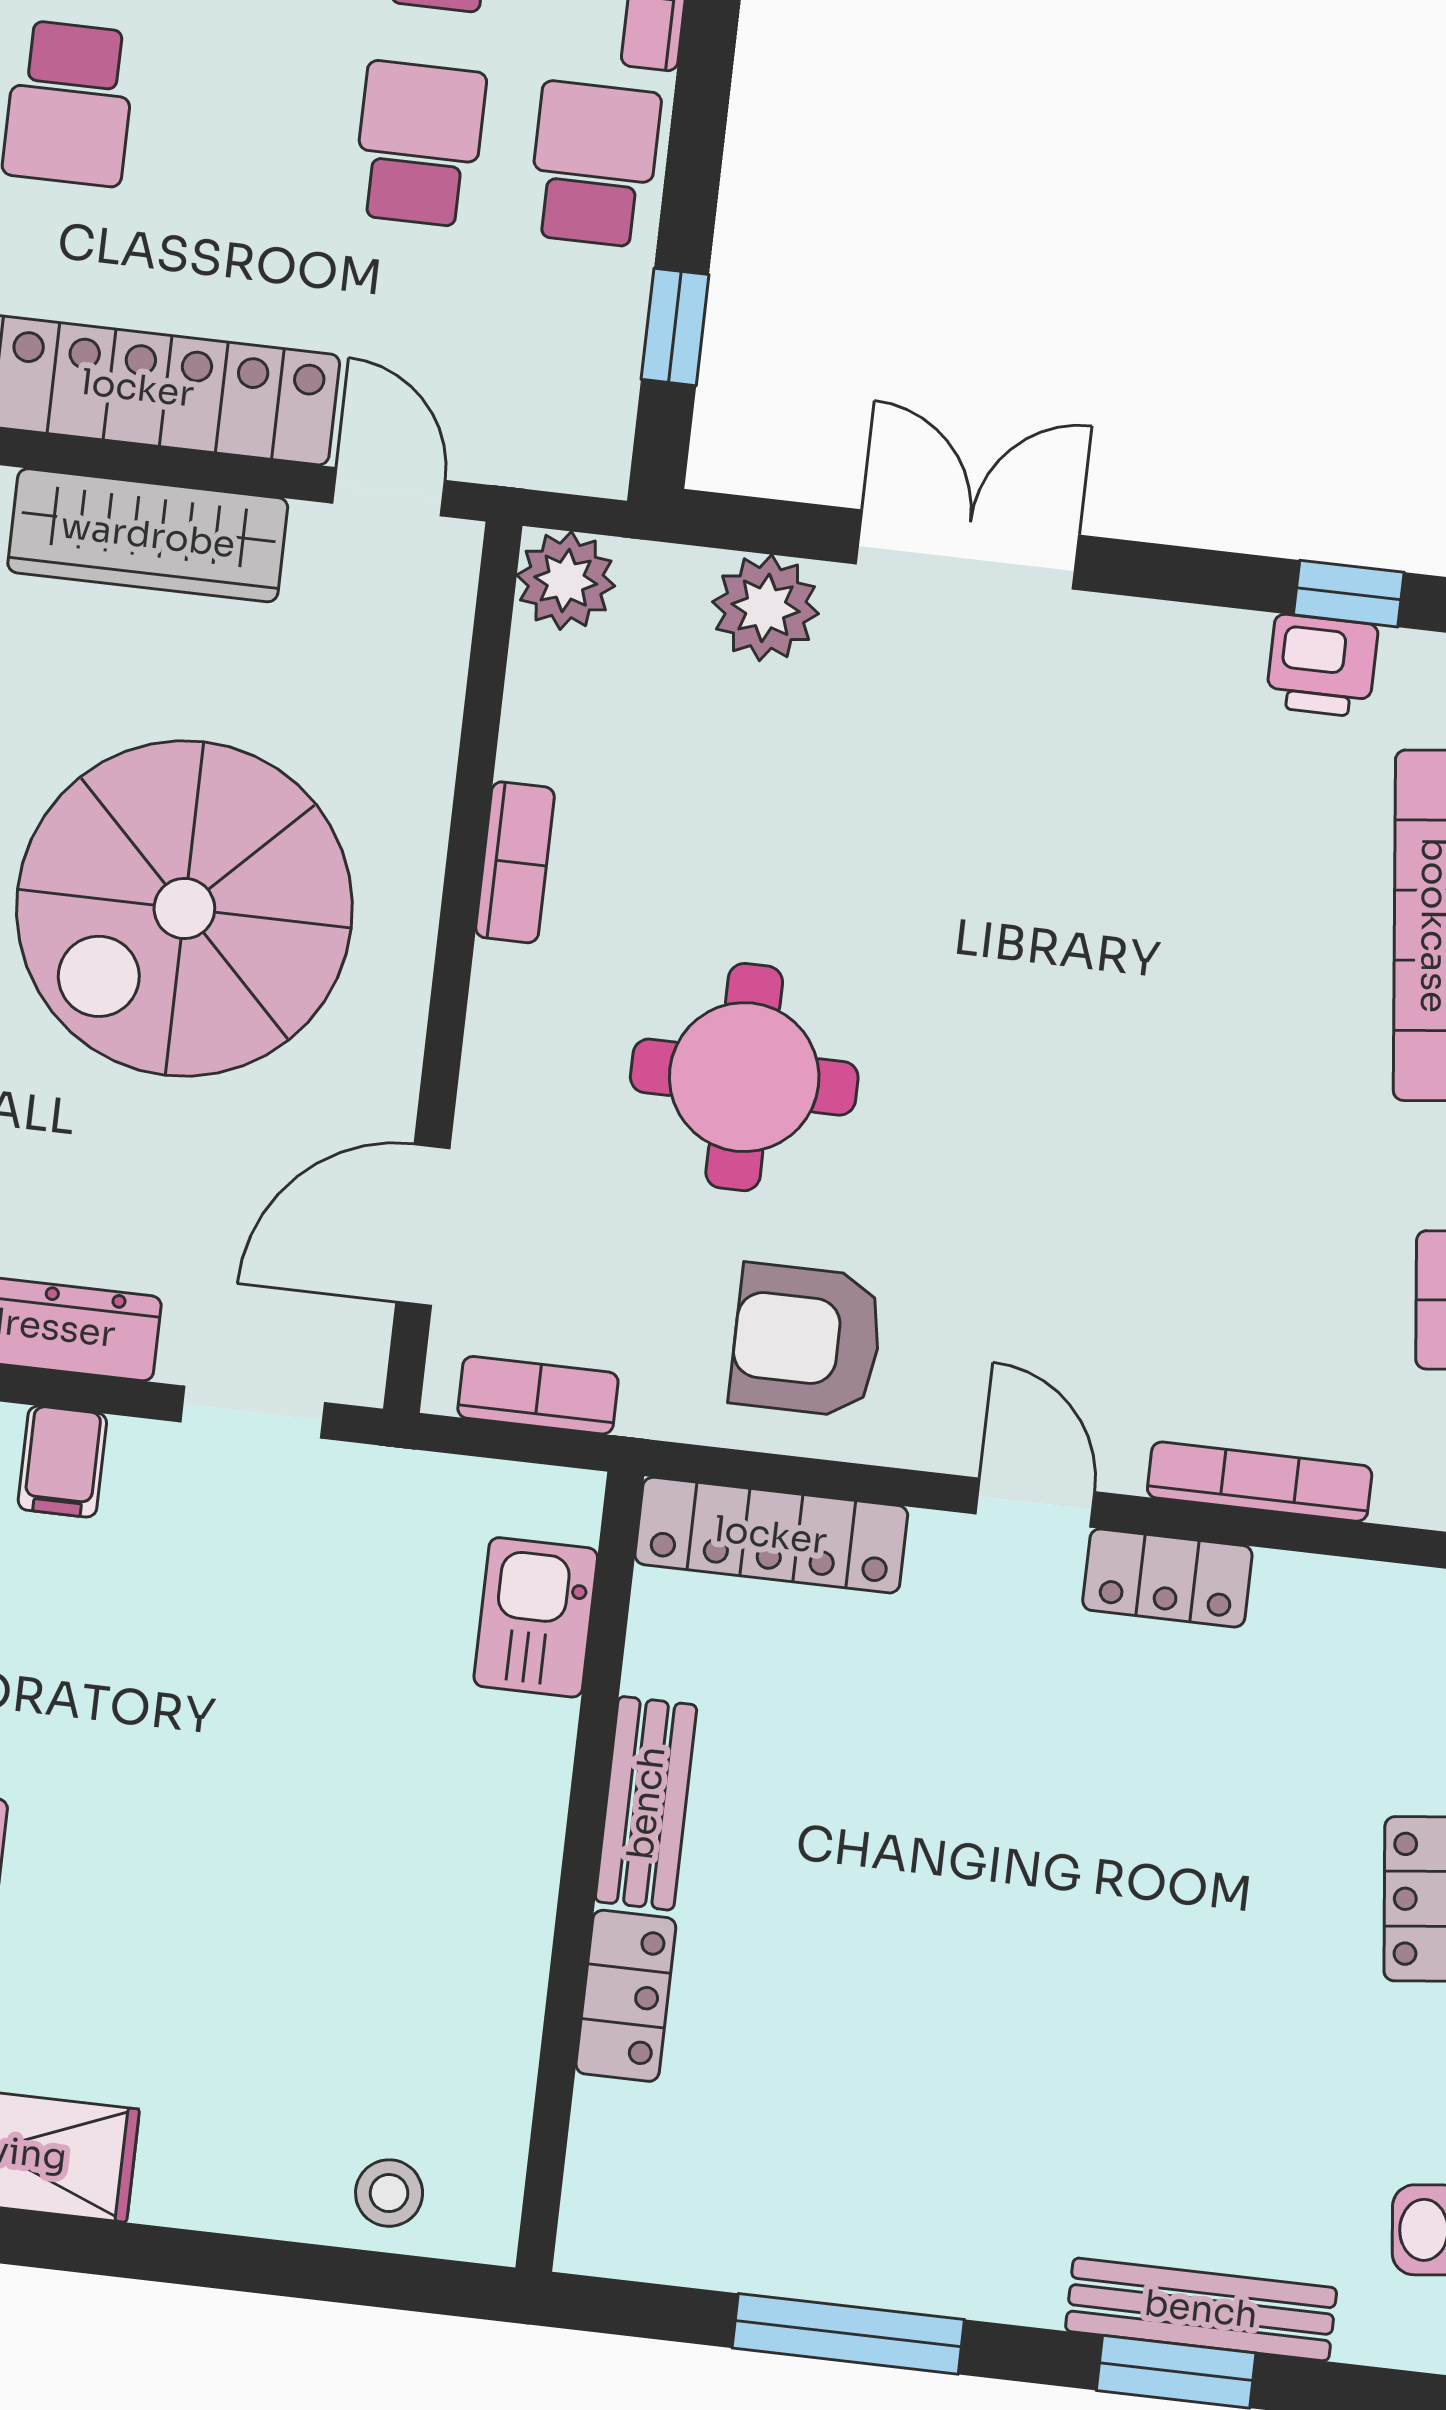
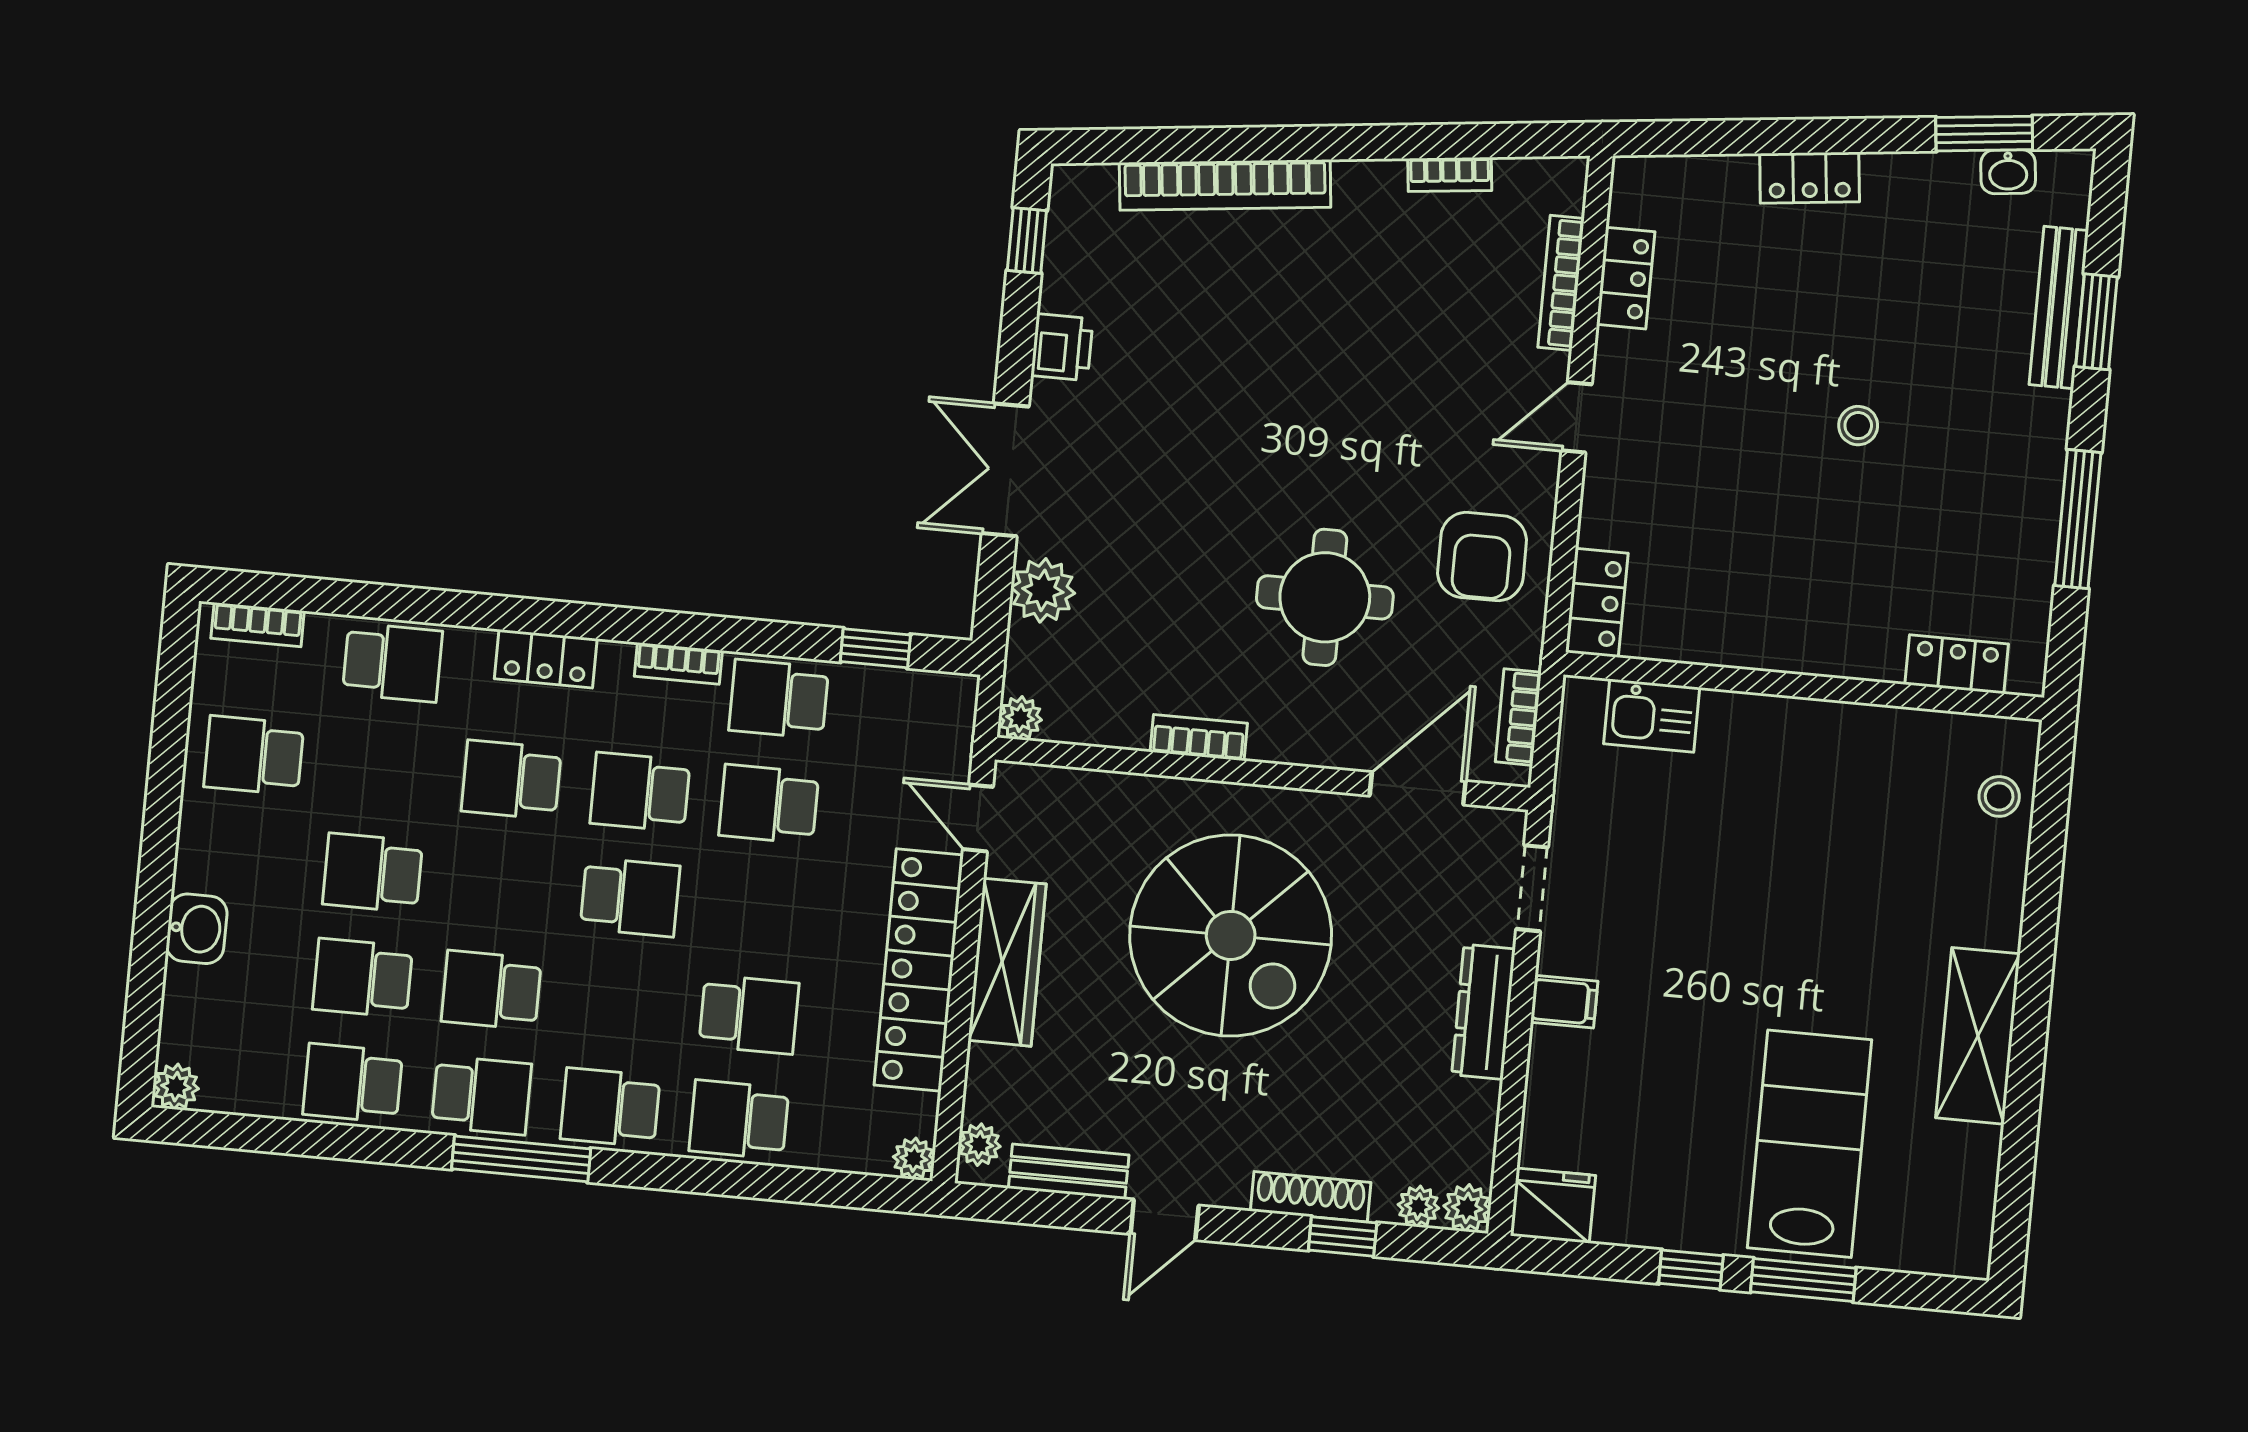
door: (389, 492) -> (978, 818), hinge flipped
plant: (566, 581) -> (1020, 718), width x0.73, depth x0.73
printer: (1322, 666) -> (1062, 347), moved
door: (423, 1225) -> (1418, 788), swing flipped
locker: (771, 1535) -> (1597, 603), width x0.66
locker: (1167, 1578) -> (1626, 278), moved
bench: (646, 1803) -> (1762, 647), removed
stool: (1012, 1971) -> (1858, 426), added
locker: (626, 1996) -> (1957, 664), moved

